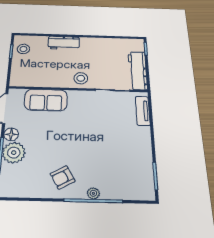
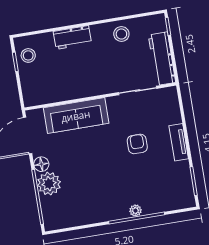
stool: (81, 78) -> (121, 34), moved
sofa: (46, 100) -> (76, 116), width x1.36
tv unit: (143, 111) -> (179, 142), moved
armchair: (63, 177) -> (137, 144), moved, turned 119

